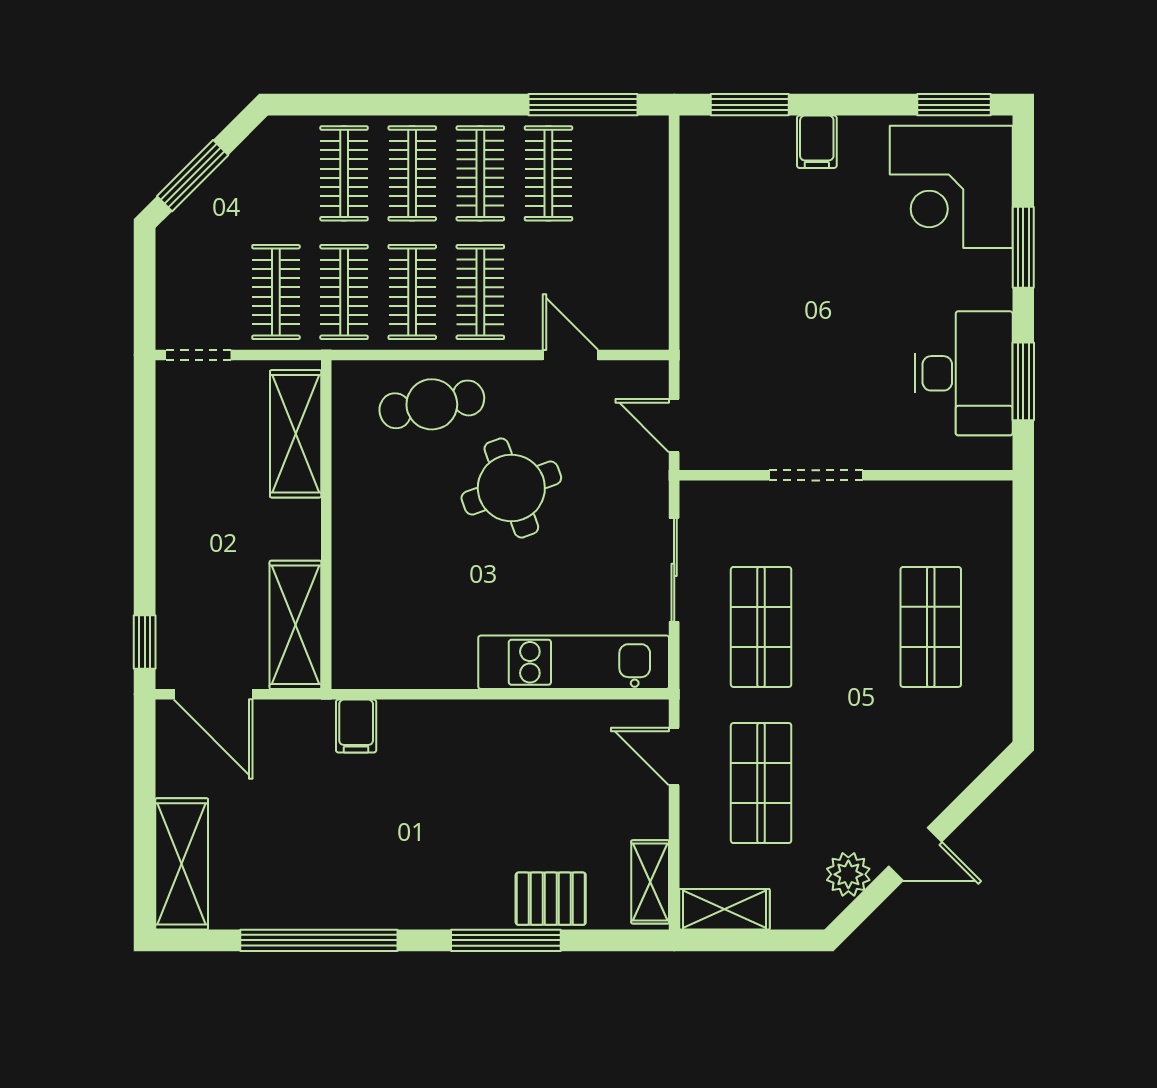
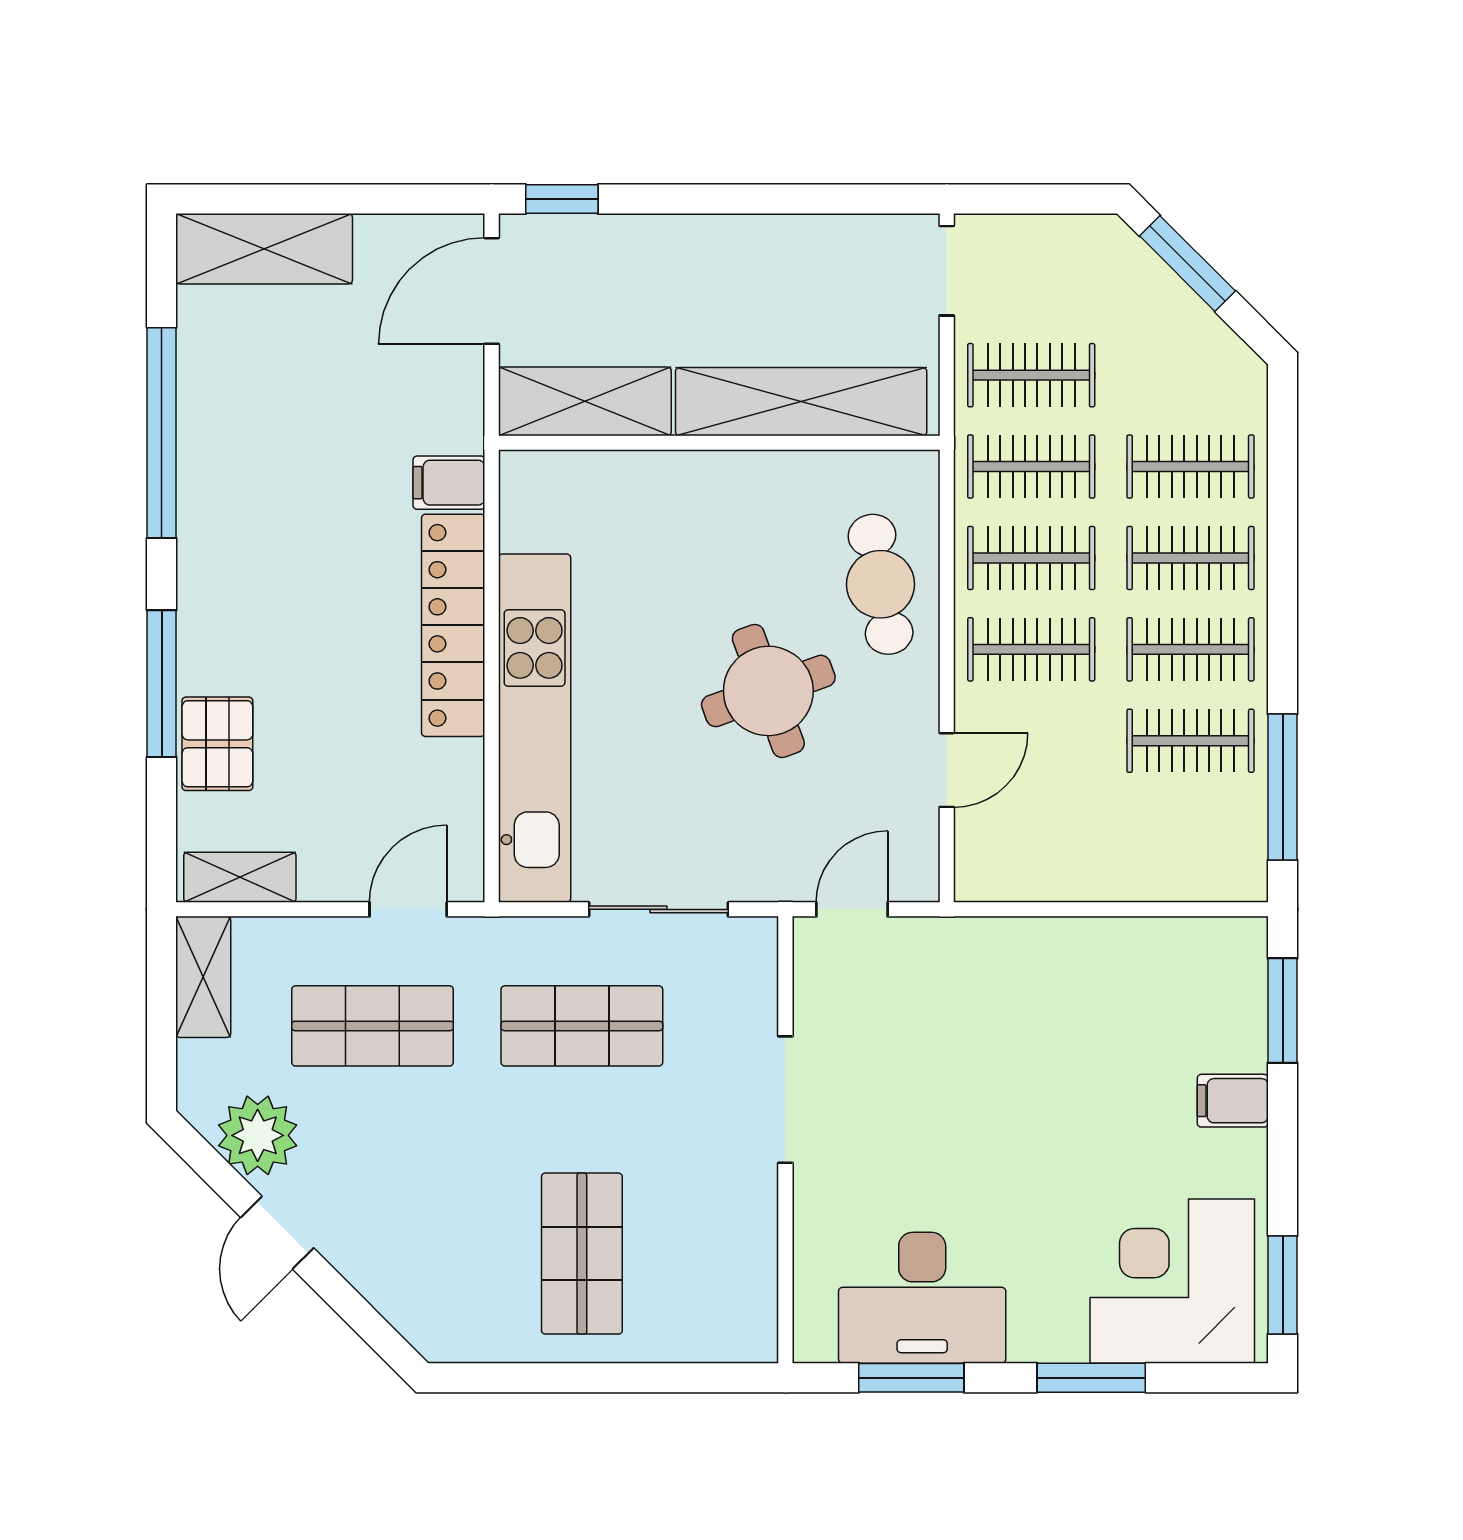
shelving: (296, 434) -> (801, 402), width x1.47
shop shelf: (931, 627) -> (582, 1254), turned 90
kitchen unit: (574, 662) -> (535, 728), width x1.36
locker: (462, 723) -> (453, 625), added
plant: (848, 874) -> (258, 1135), width x1.36, depth x1.36

